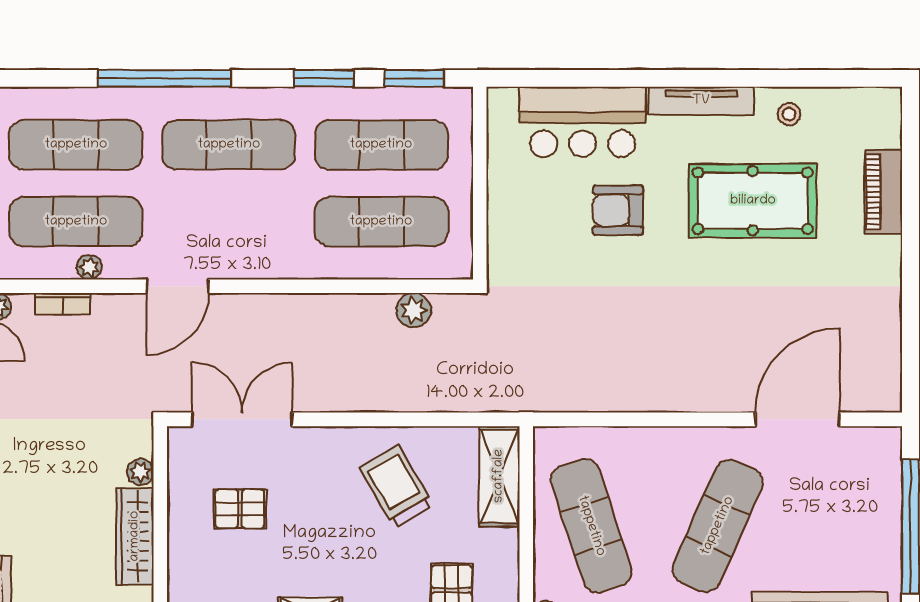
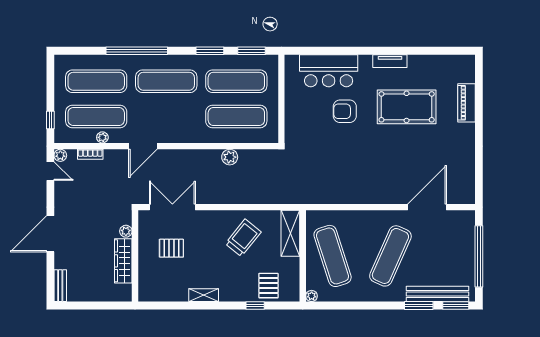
tv unit: (701, 101) -> (390, 61), width x0.71
stool: (789, 114) -> (423, 67), removed
plant: (414, 310) -> (230, 157), moved
trolley: (396, 486) -> (243, 238), turned 69

